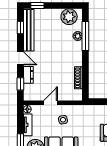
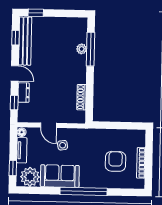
plant: (69, 17) -> (72, 26), removed
door: (50, 103) -> (49, 125), swing flipped

